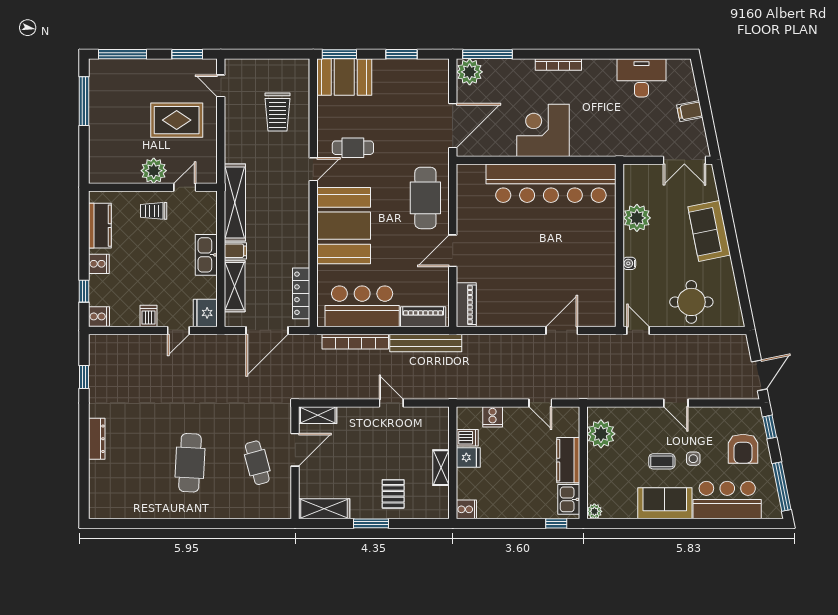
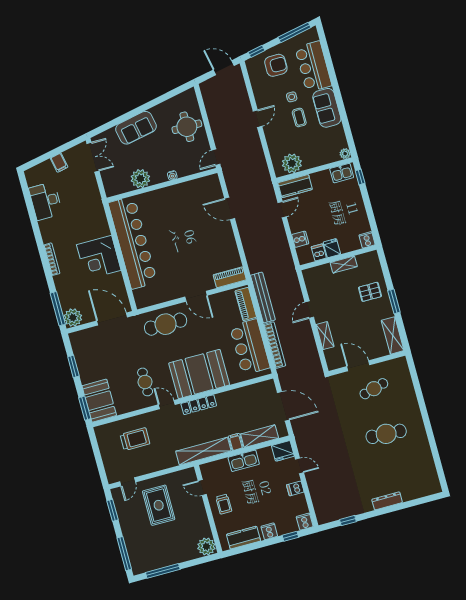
plant: (154, 171) -> (206, 546), moved
locker: (301, 293) -> (199, 405), moved
shelving: (318, 415) -> (325, 336), moved
kitchen counter: (568, 460) -> (295, 186), moved

